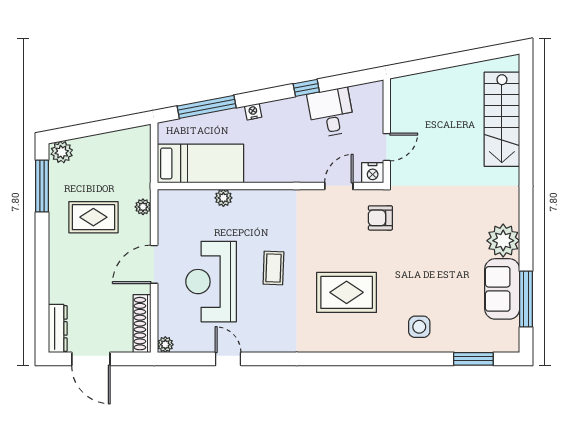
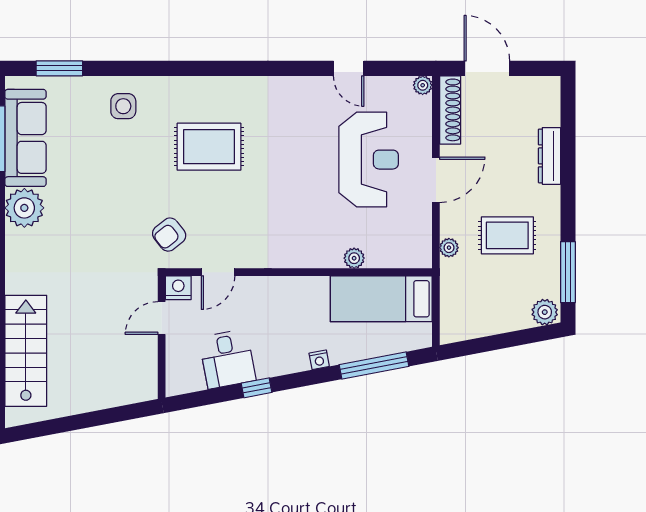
armchair: (380, 218) -> (169, 235), turned 142
coffee table: (273, 268) -> (295, 176), removed
sofa: (502, 289) -> (25, 138), width x1.36
dresser: (58, 328) -> (549, 156), moved
door: (91, 359) -> (487, 68), moved

